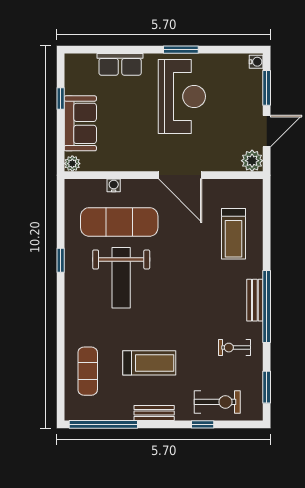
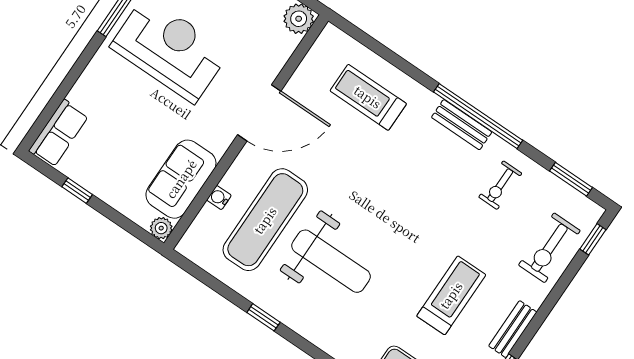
row of seats: (120, 64) -> (59, 133), moved
sofa: (80, 123) -> (181, 179), moved, turned -90
treadmill: (233, 234) -> (368, 97), turned 180
exercise bike: (217, 402) -> (549, 248), turned 180
window: (203, 424) -> (593, 239), moved

